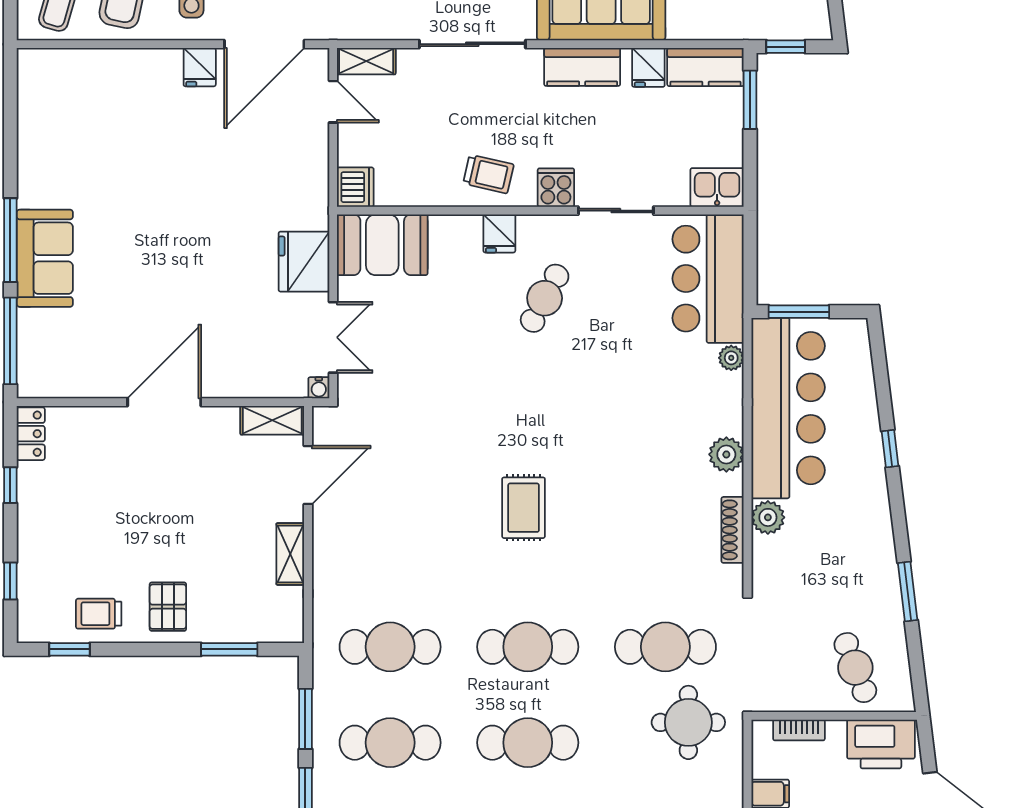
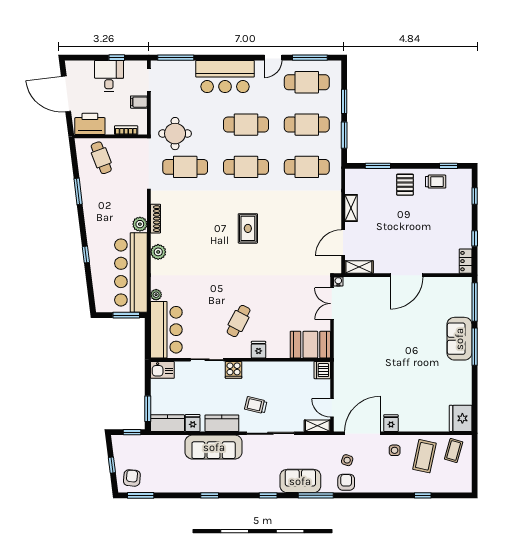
trolley: (488, 174) -> (256, 405), moved
fridge: (304, 262) -> (461, 418), moved, turned 180

